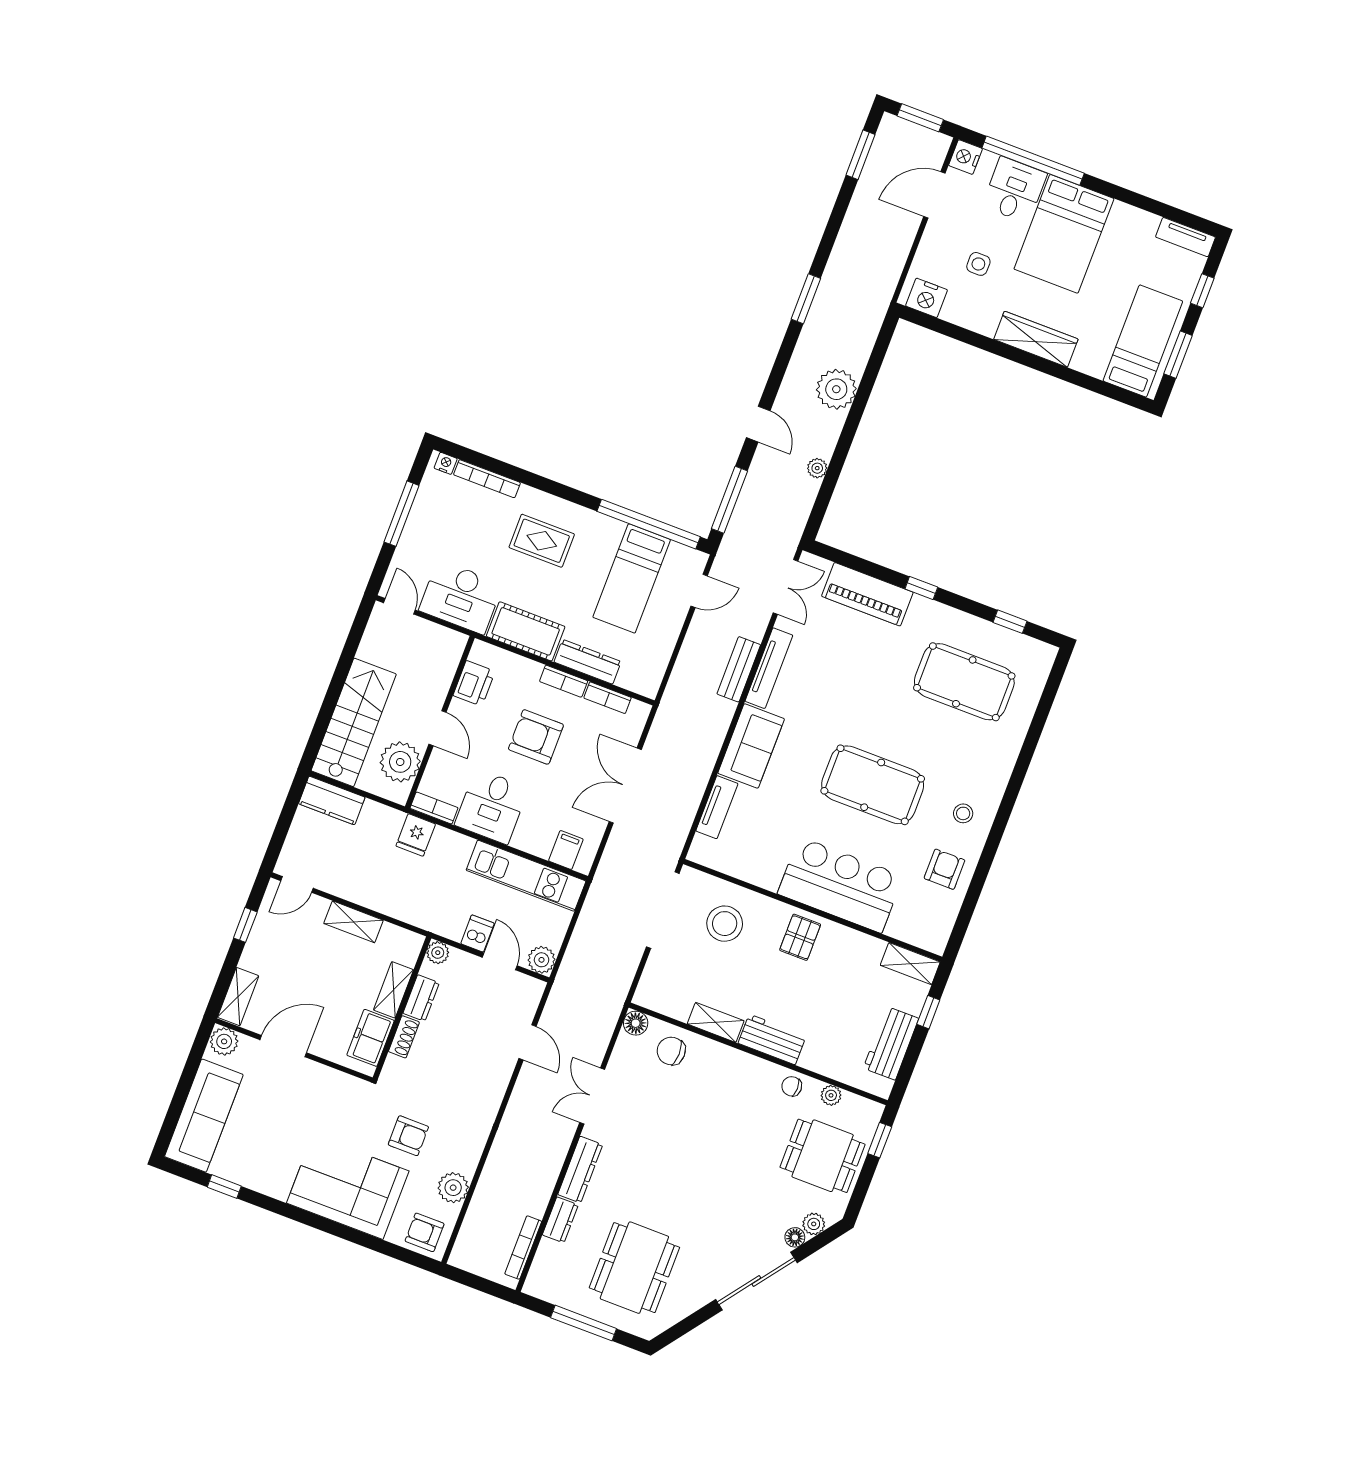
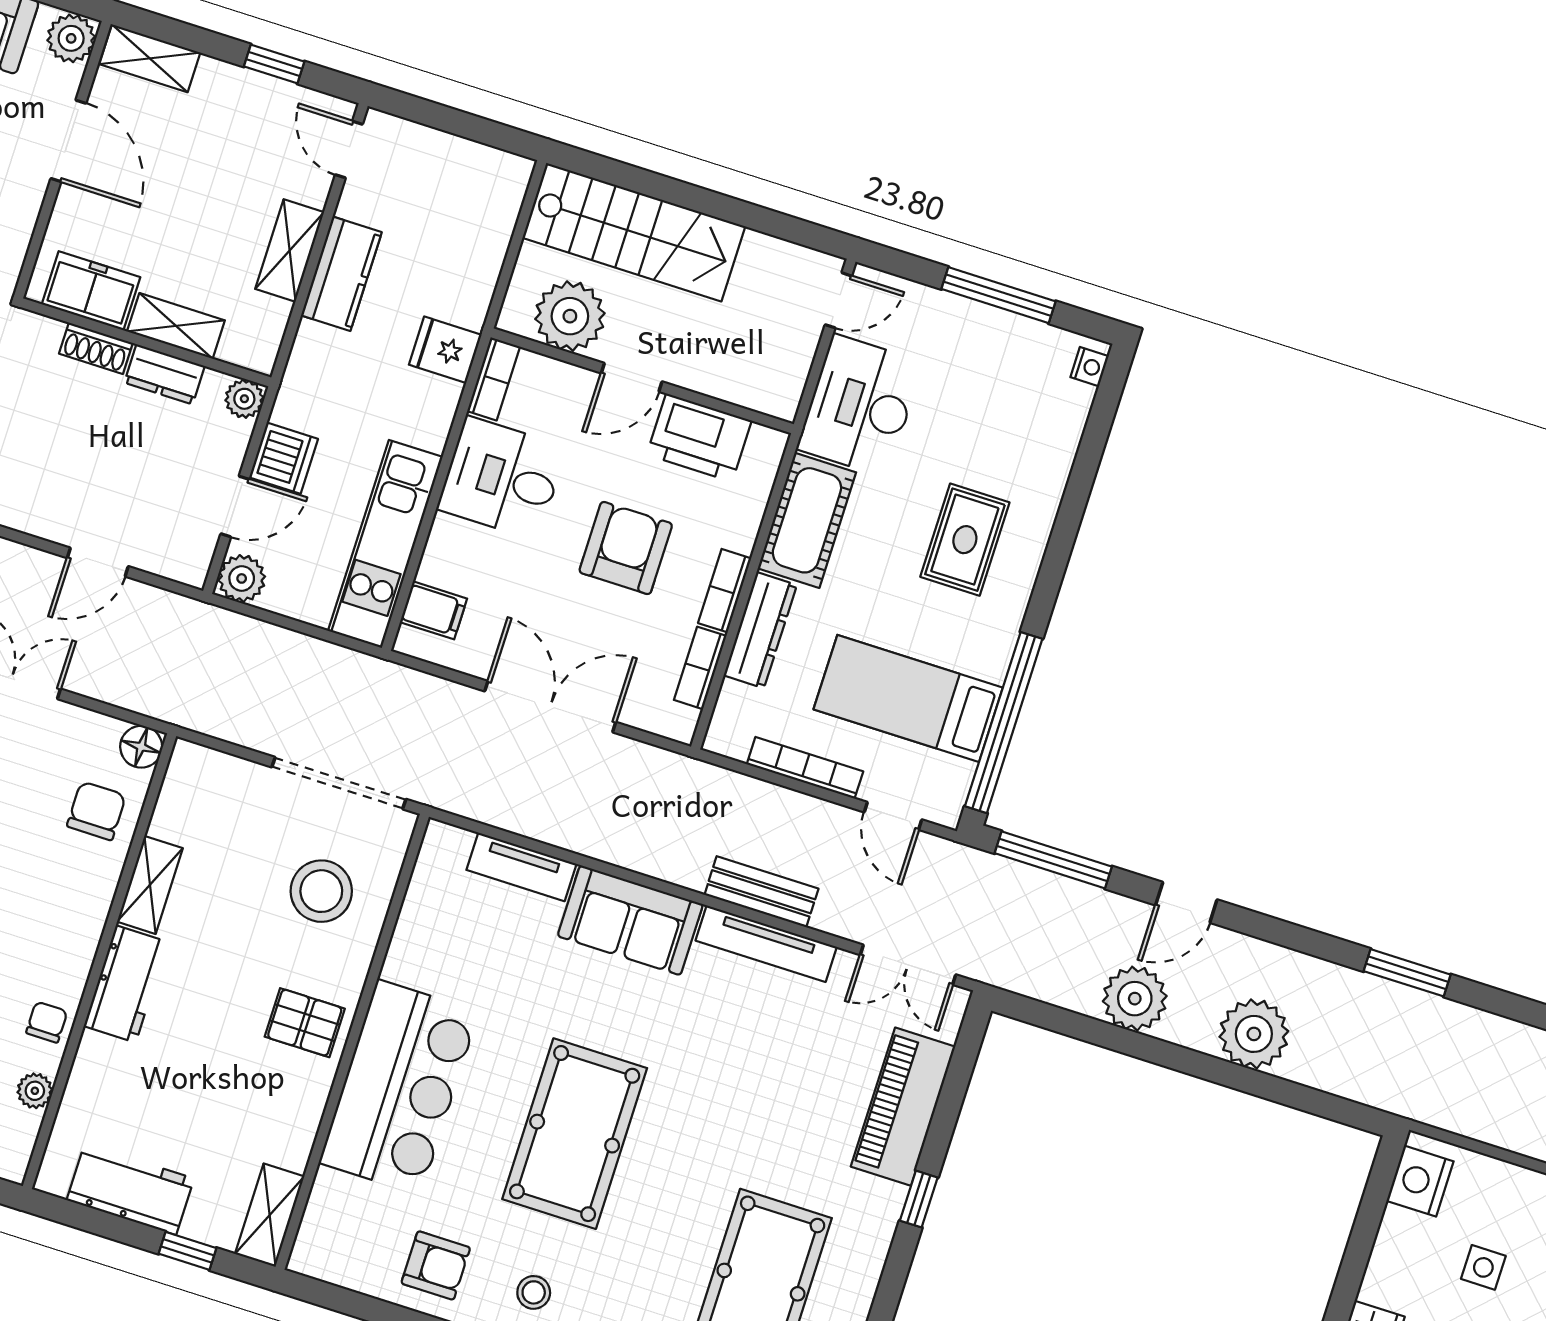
plant: (817, 468) -> (1135, 999), width x1.88, depth x1.88
bookcase: (487, 479) -> (805, 768), moved, turned 90
printer: (474, 683) -> (699, 438), width x1.37, depth x1.19
kitchen counter: (332, 800) -> (341, 274), moved, turned 180
dishwasher: (478, 933) -> (284, 458), width x1.38

